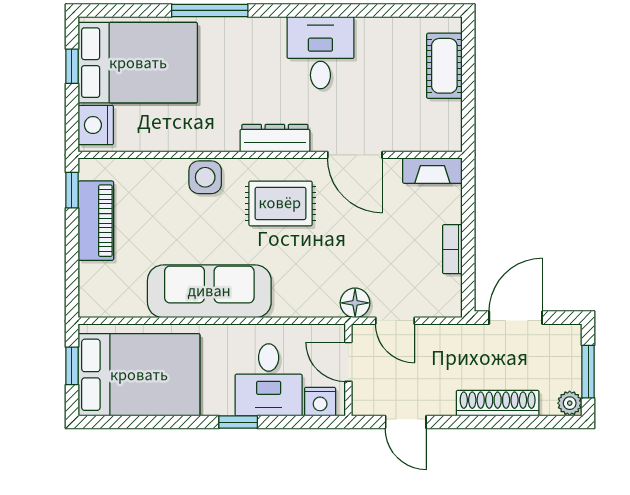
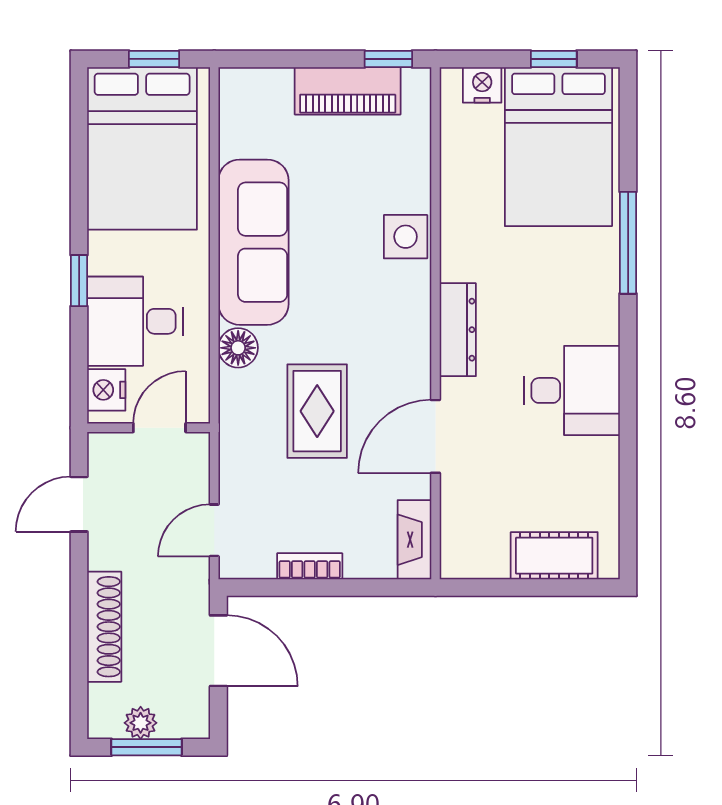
nightstand: (96, 125) -> (482, 85), width x0.74, depth x0.75
rug: (280, 203) -> (317, 411), moved
floor lamp: (355, 303) -> (238, 348), moved
door: (395, 321) -> (214, 530), moved
plant: (570, 403) -> (141, 723), moved

